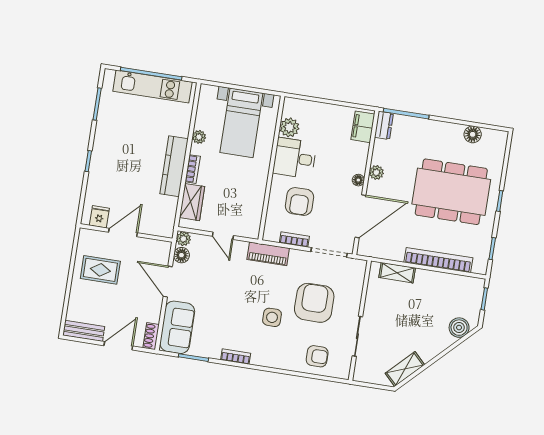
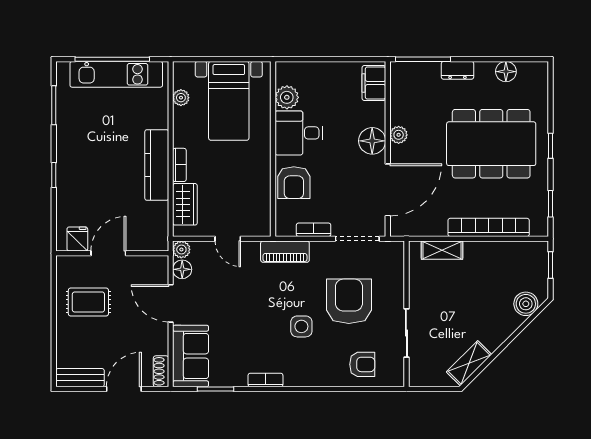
dresser: (384, 125) -> (457, 70), moved, turned 90
plant: (199, 137) -> (181, 98), moved
floor lamp: (358, 180) -> (372, 141), width x1.89, depth x1.89
armchair: (299, 201) -> (294, 183), moved

